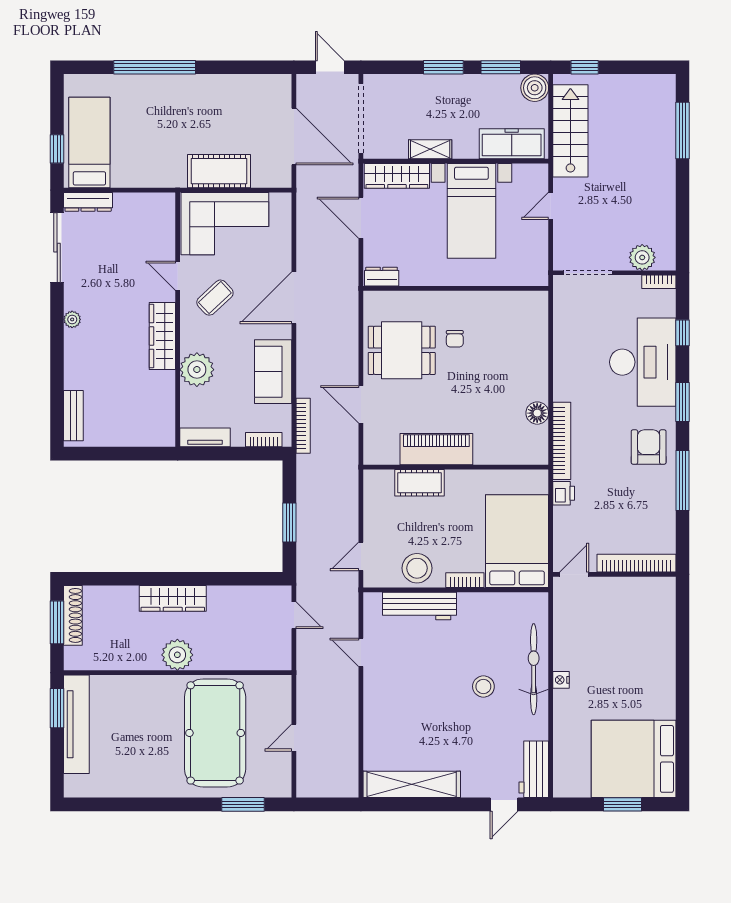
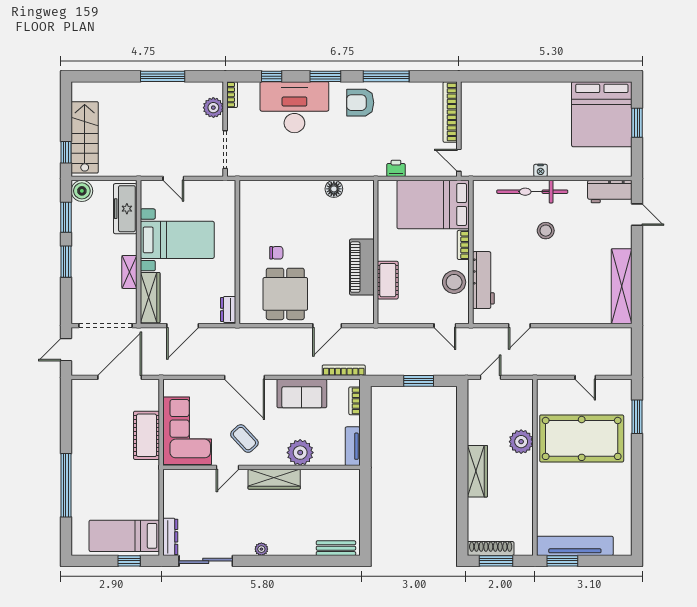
stairs: (570, 131) -> (85, 137), moved, turned 90
window: (683, 131) -> (163, 76), moved
bookcase: (562, 441) -> (355, 170), removed
plant: (177, 655) -> (521, 442), moved

